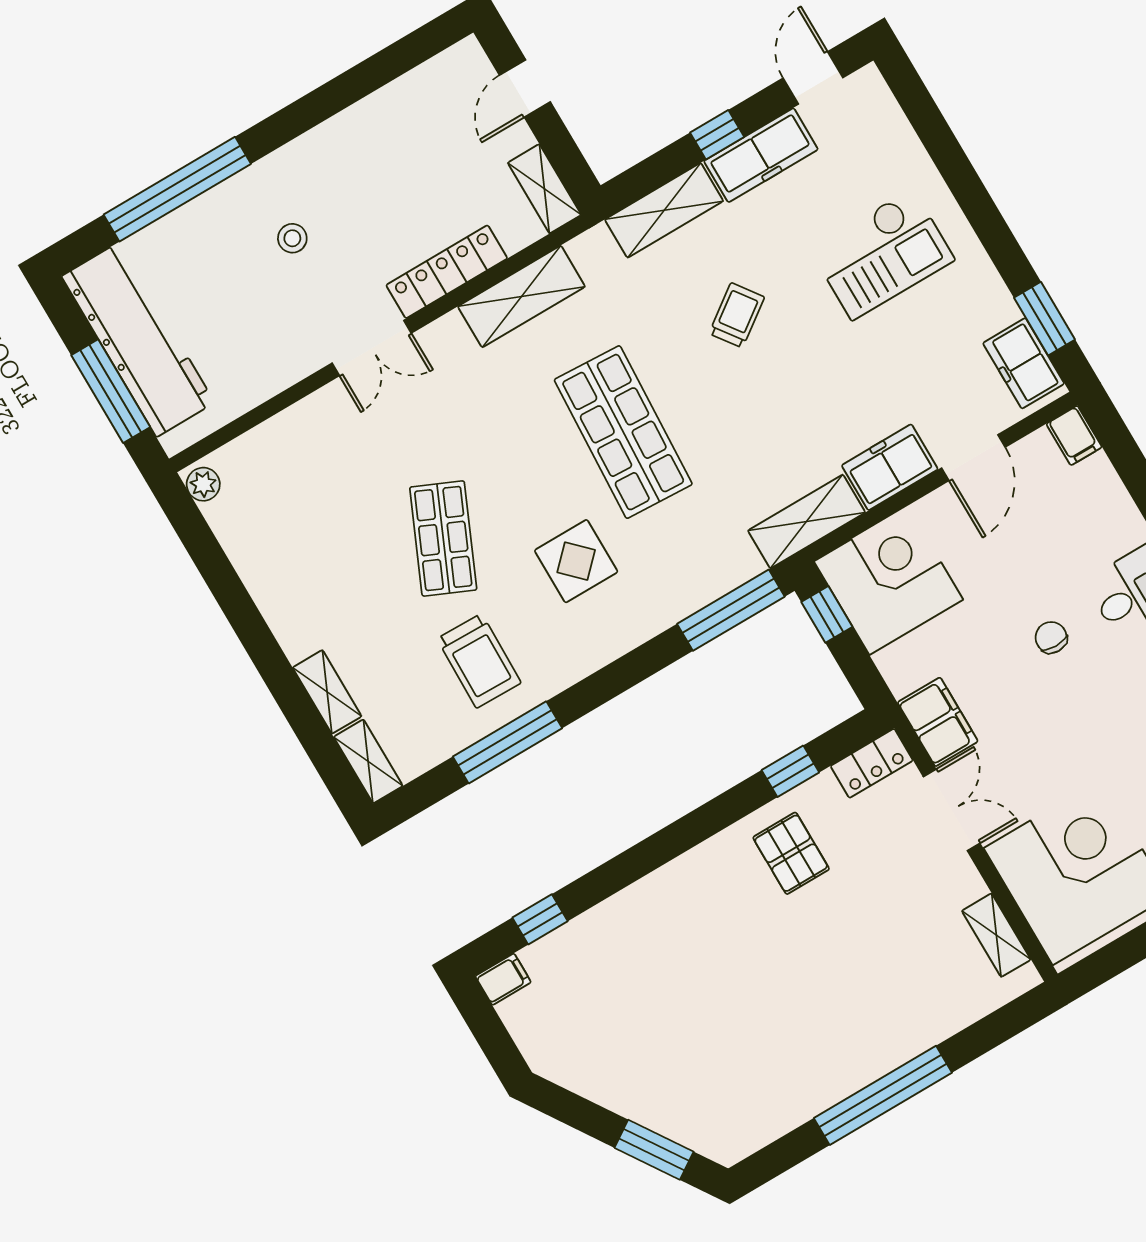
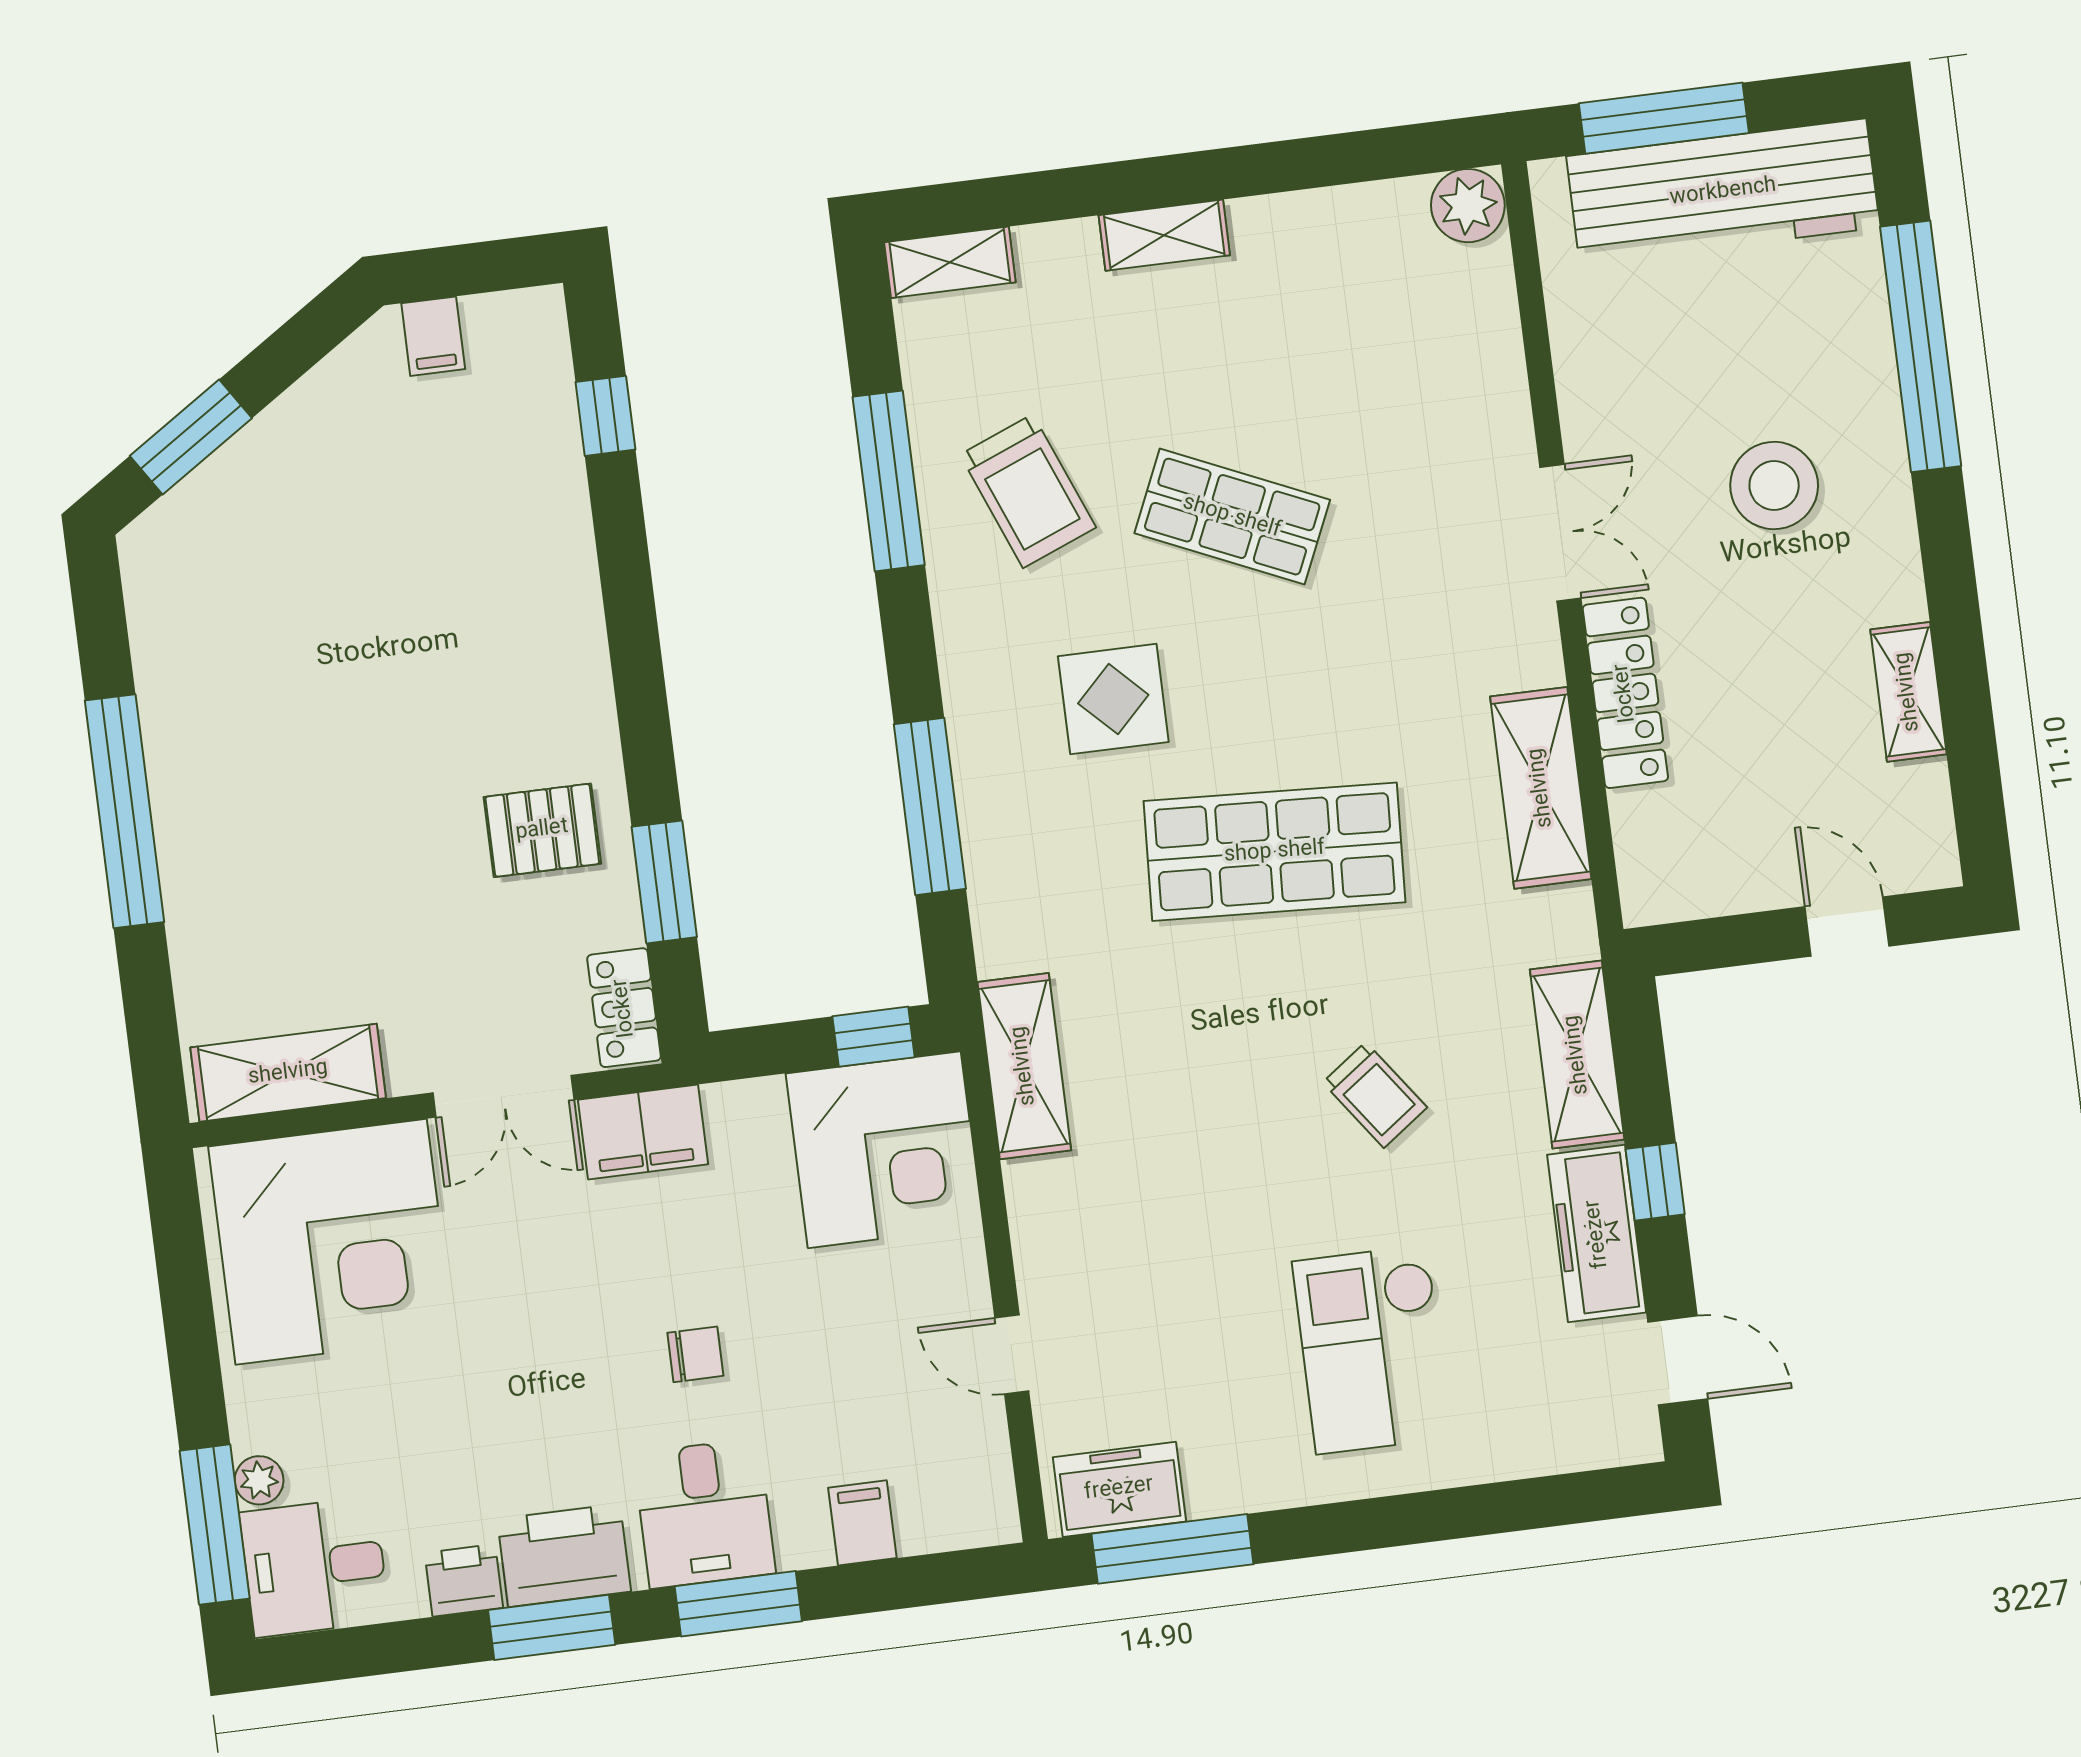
shelving: (544, 189) -> (1908, 692), moved, turned 90
stool: (292, 238) -> (1774, 485), width x1.89, depth x1.89
window: (1044, 319) -> (1172, 1549), width x1.44
double door: (372, 348) -> (1560, 533), swing flipped
filing cabinet: (1074, 436) -> (862, 1523), moved, turned 90
door: (973, 458) -> (1012, 1354), width x0.73
freezer: (890, 467) -> (1051, 1224), removed
plant: (203, 484) -> (1468, 206), width x1.38, depth x1.38
window: (731, 610) -> (930, 807), moved
trolley: (479, 661) -> (1028, 491), turned -113
shelving: (327, 692) -> (1164, 235), moved
window: (790, 771) -> (664, 882), width x1.50
shelving: (996, 935) -> (288, 1073), width x1.50, depth x1.33
filing cabinet: (503, 979) -> (433, 336), moved

